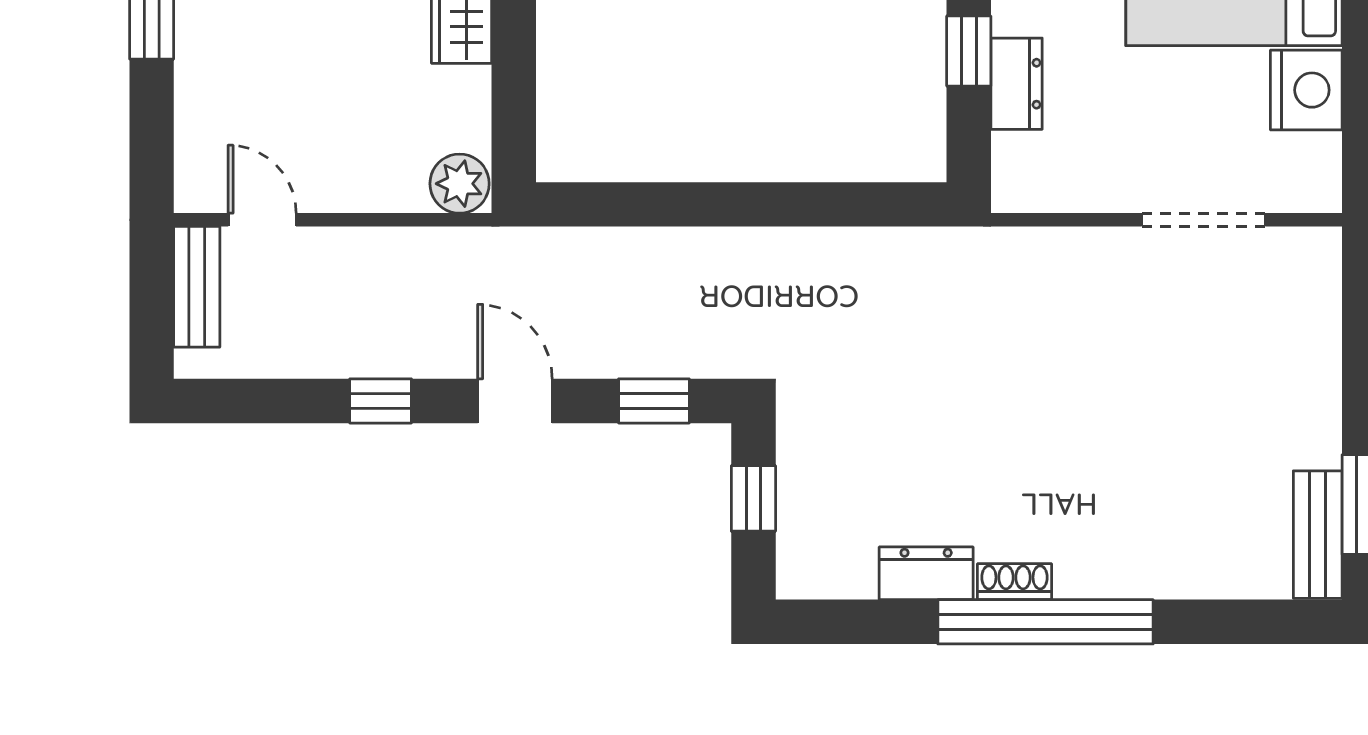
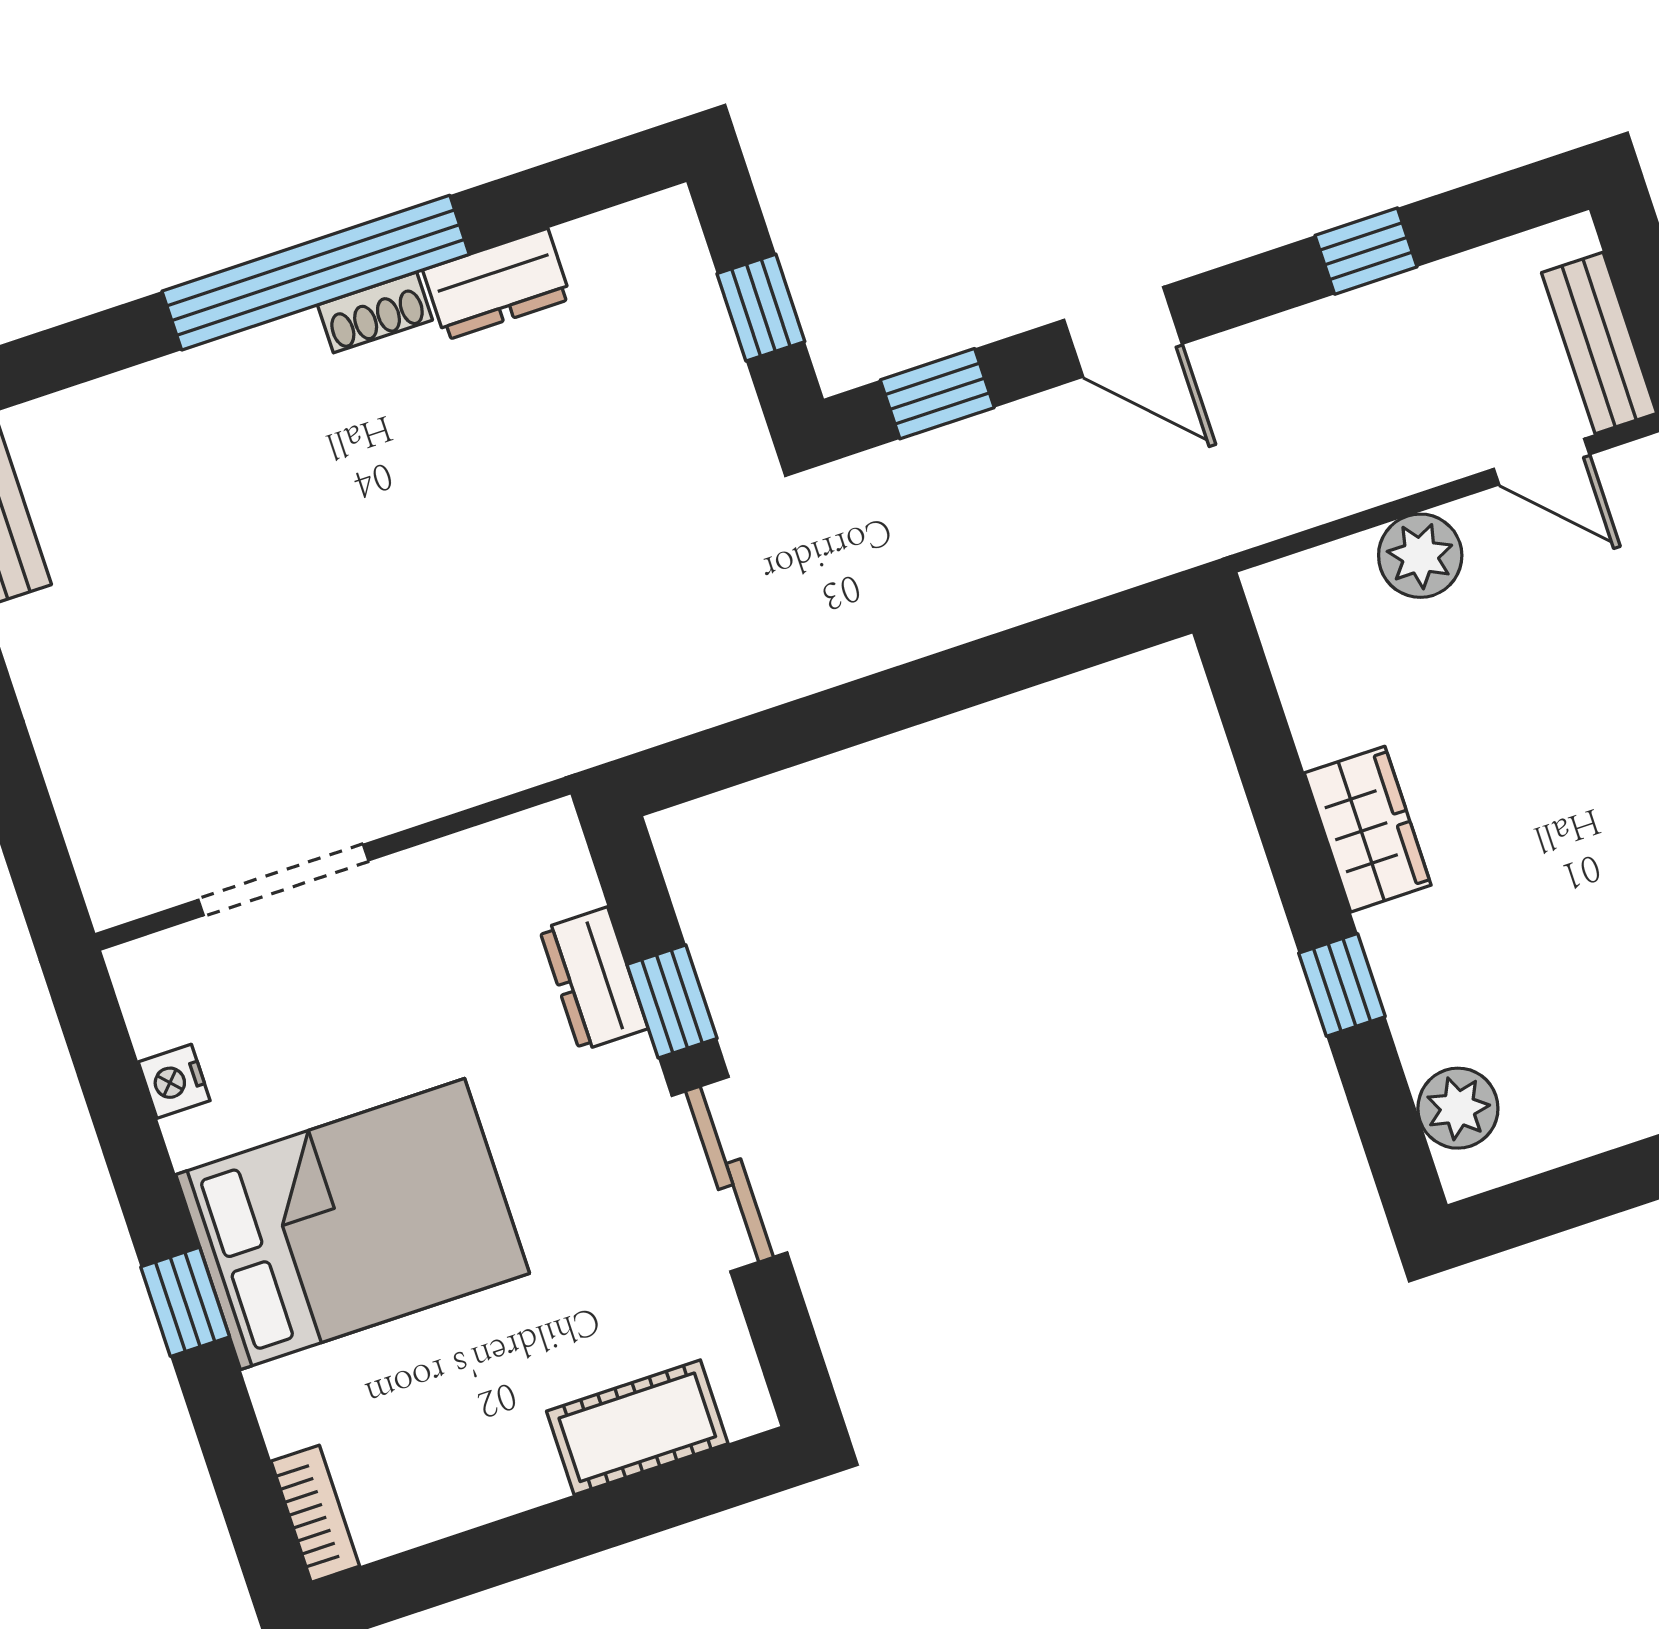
nightstand: (1306, 90) -> (174, 1081), width x0.53, depth x0.56
plant: (460, 184) -> (1420, 556), moved
window: (381, 401) -> (1366, 251), moved

